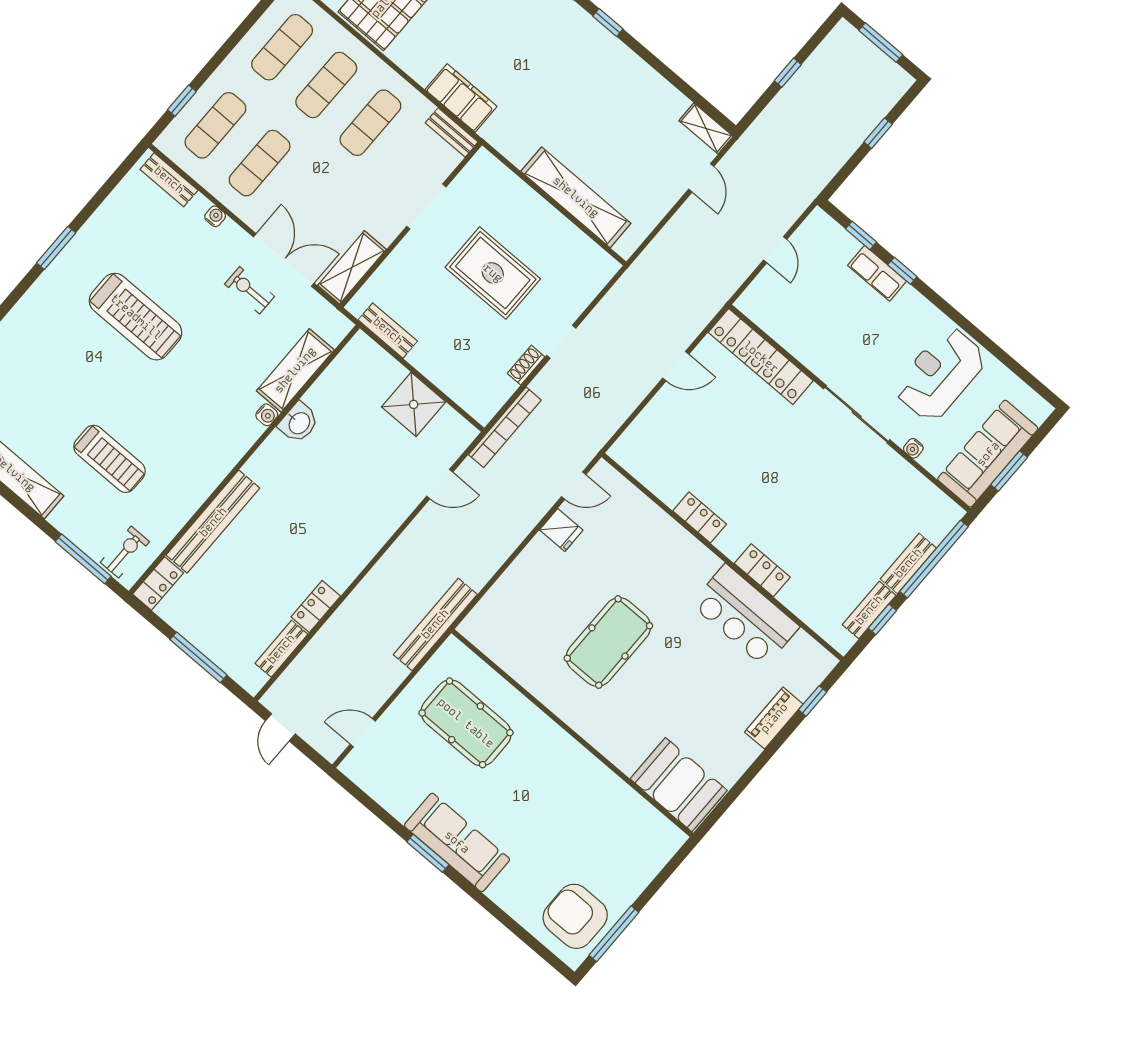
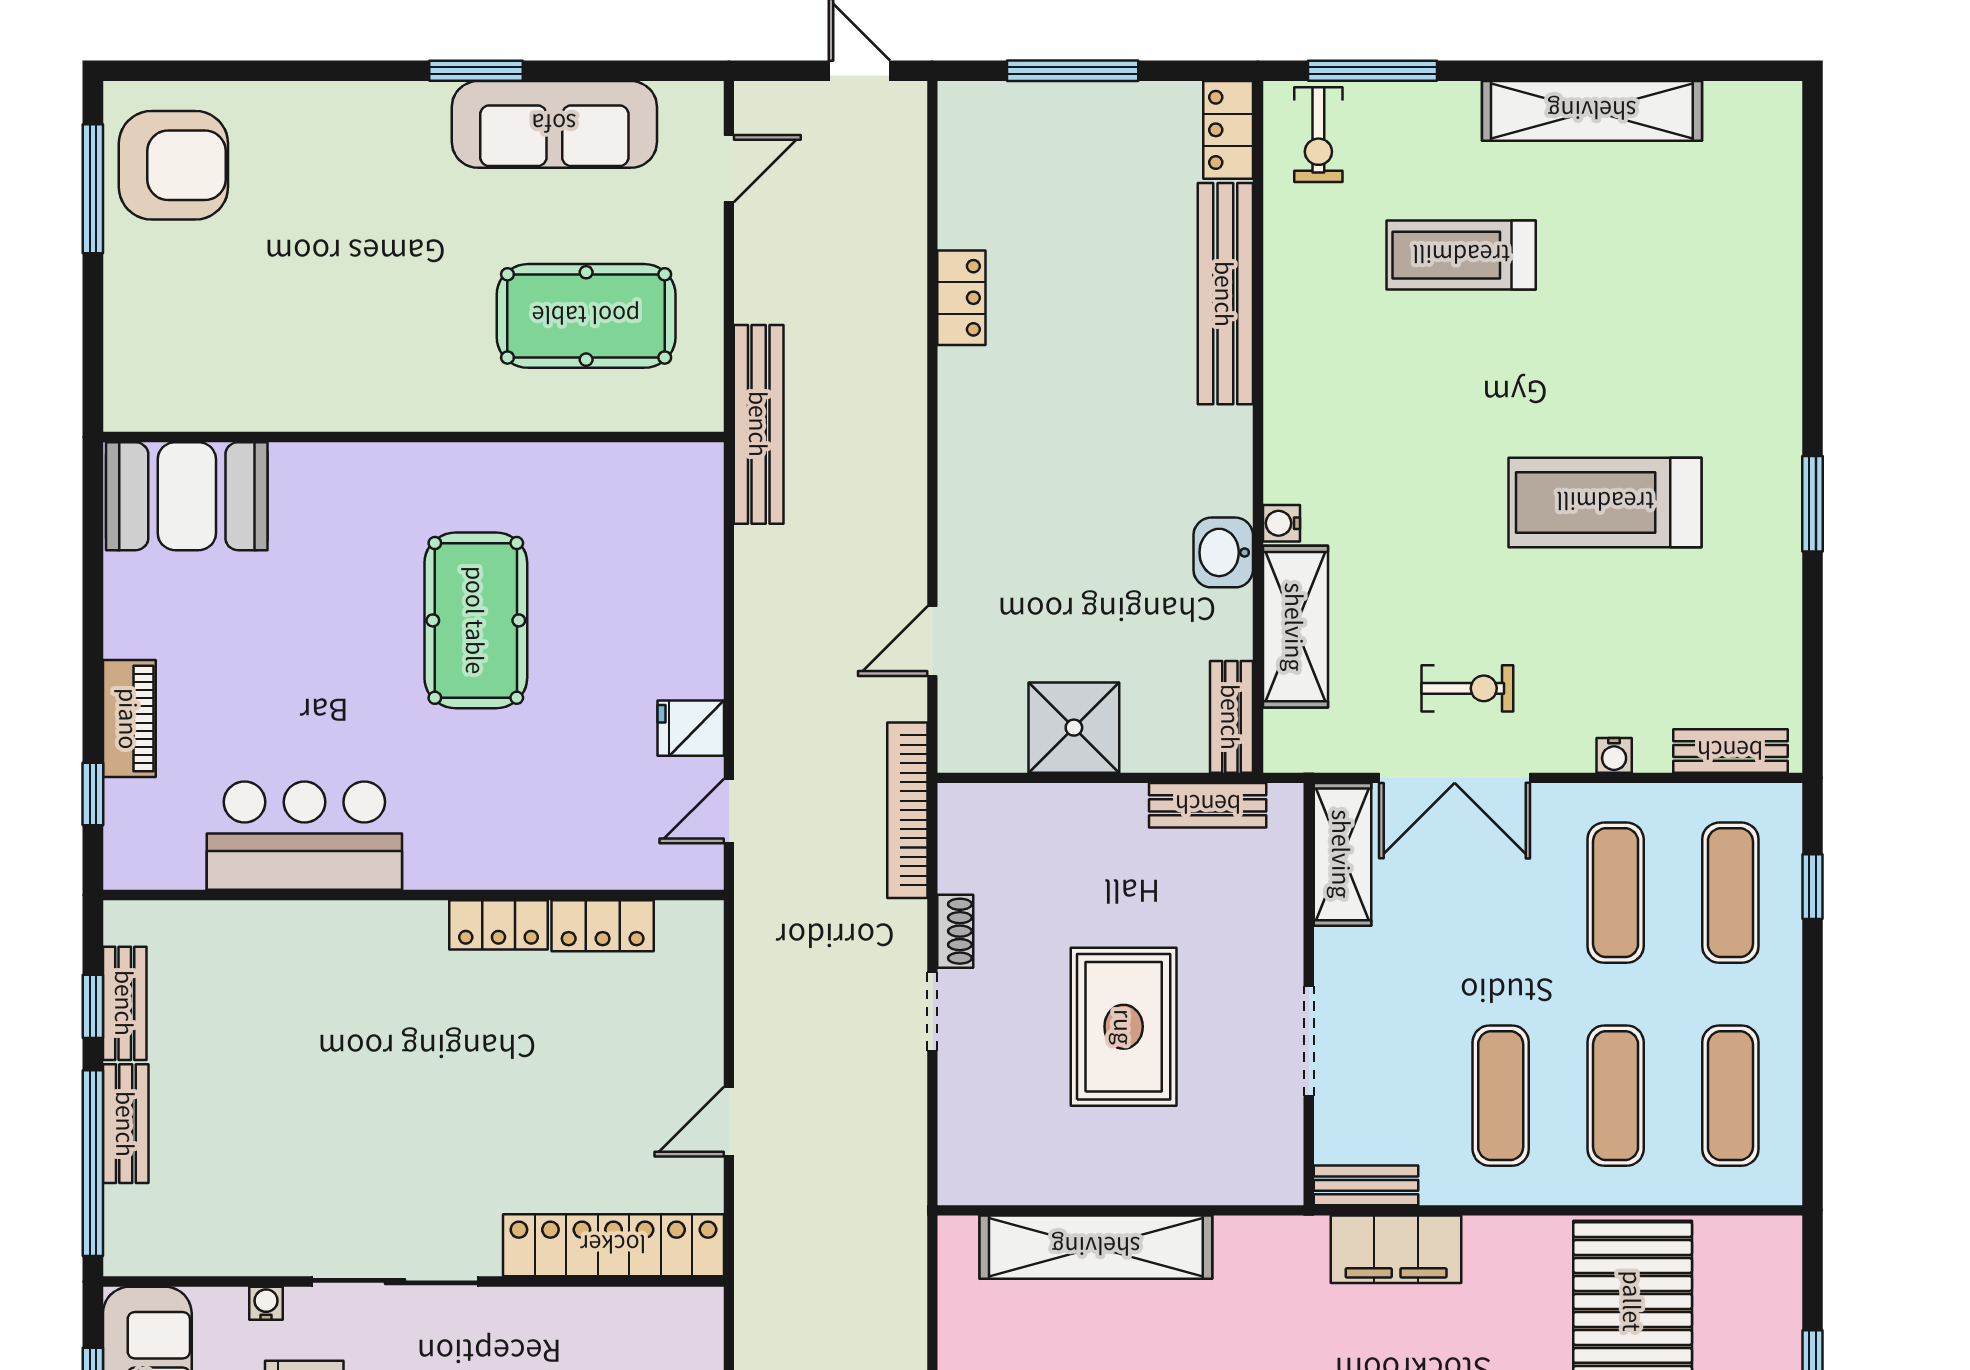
rug: (493, 273) -> (1124, 1027), turned 90
locker: (762, 570) -> (603, 926), moved
bench: (281, 649) -> (1231, 717), moved
sofa: (457, 842) -> (554, 124), moved

